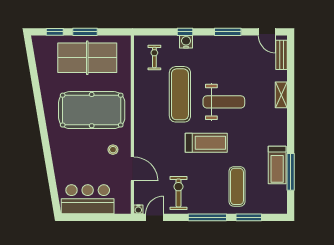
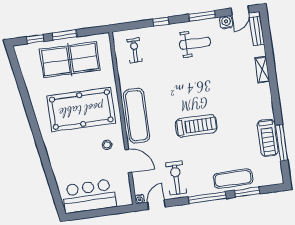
door: (267, 32) -> (240, 11), hinge flipped
water cooler: (186, 42) -> (226, 22), moved
exercise mat: (180, 94) -> (137, 116), moved
weight bench: (224, 102) -> (195, 43), moved, width x0.73, depth x0.75
exercise mat: (237, 186) -> (233, 179), moved, turned 90

